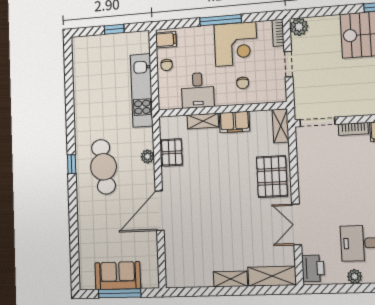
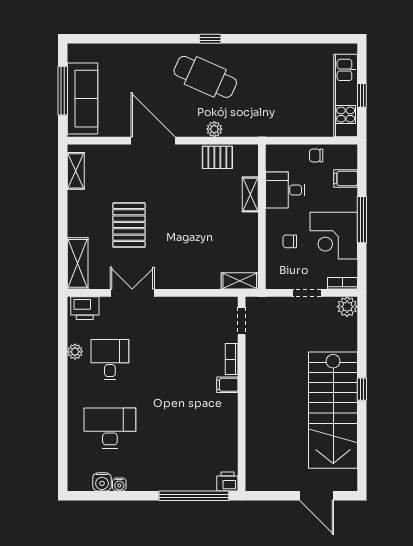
filing cabinet: (166, 40) -> (346, 179), moved, turned 90
kitchen unit: (142, 90) -> (346, 96), moved, turned -90
filing cabinet: (234, 122) -> (247, 230), removed
doorway: (317, 122) -> (242, 321), width x0.73
cafe table: (104, 167) -> (205, 77), turned 31
pallet: (272, 177) -> (129, 225), moved, turned 90
sofa: (118, 276) -> (82, 99), width x1.36
shelving: (230, 279) -> (76, 171), moved

